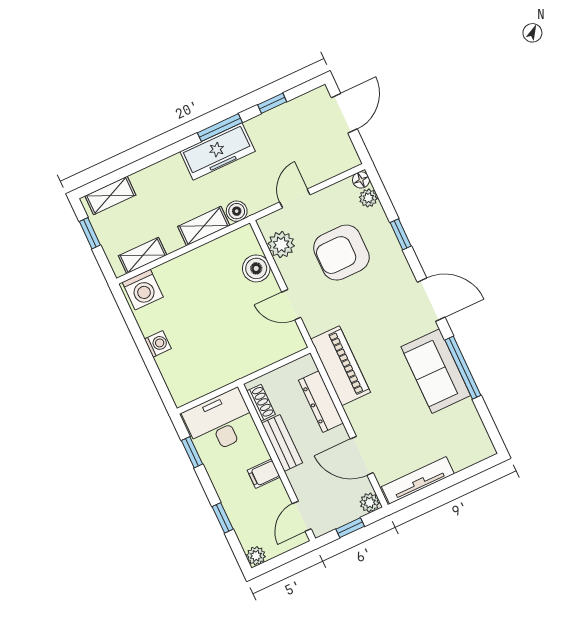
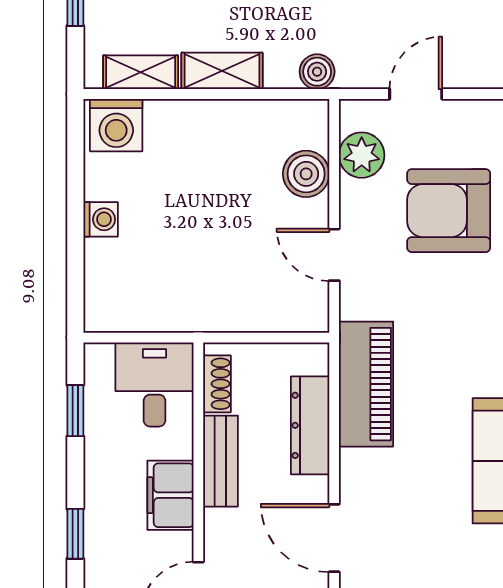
shelving: (204, 226) -> (222, 71), moved
desk: (220, 422) -> (155, 384), width x0.73
filing cabinet: (264, 474) -> (170, 495), width x2.00

